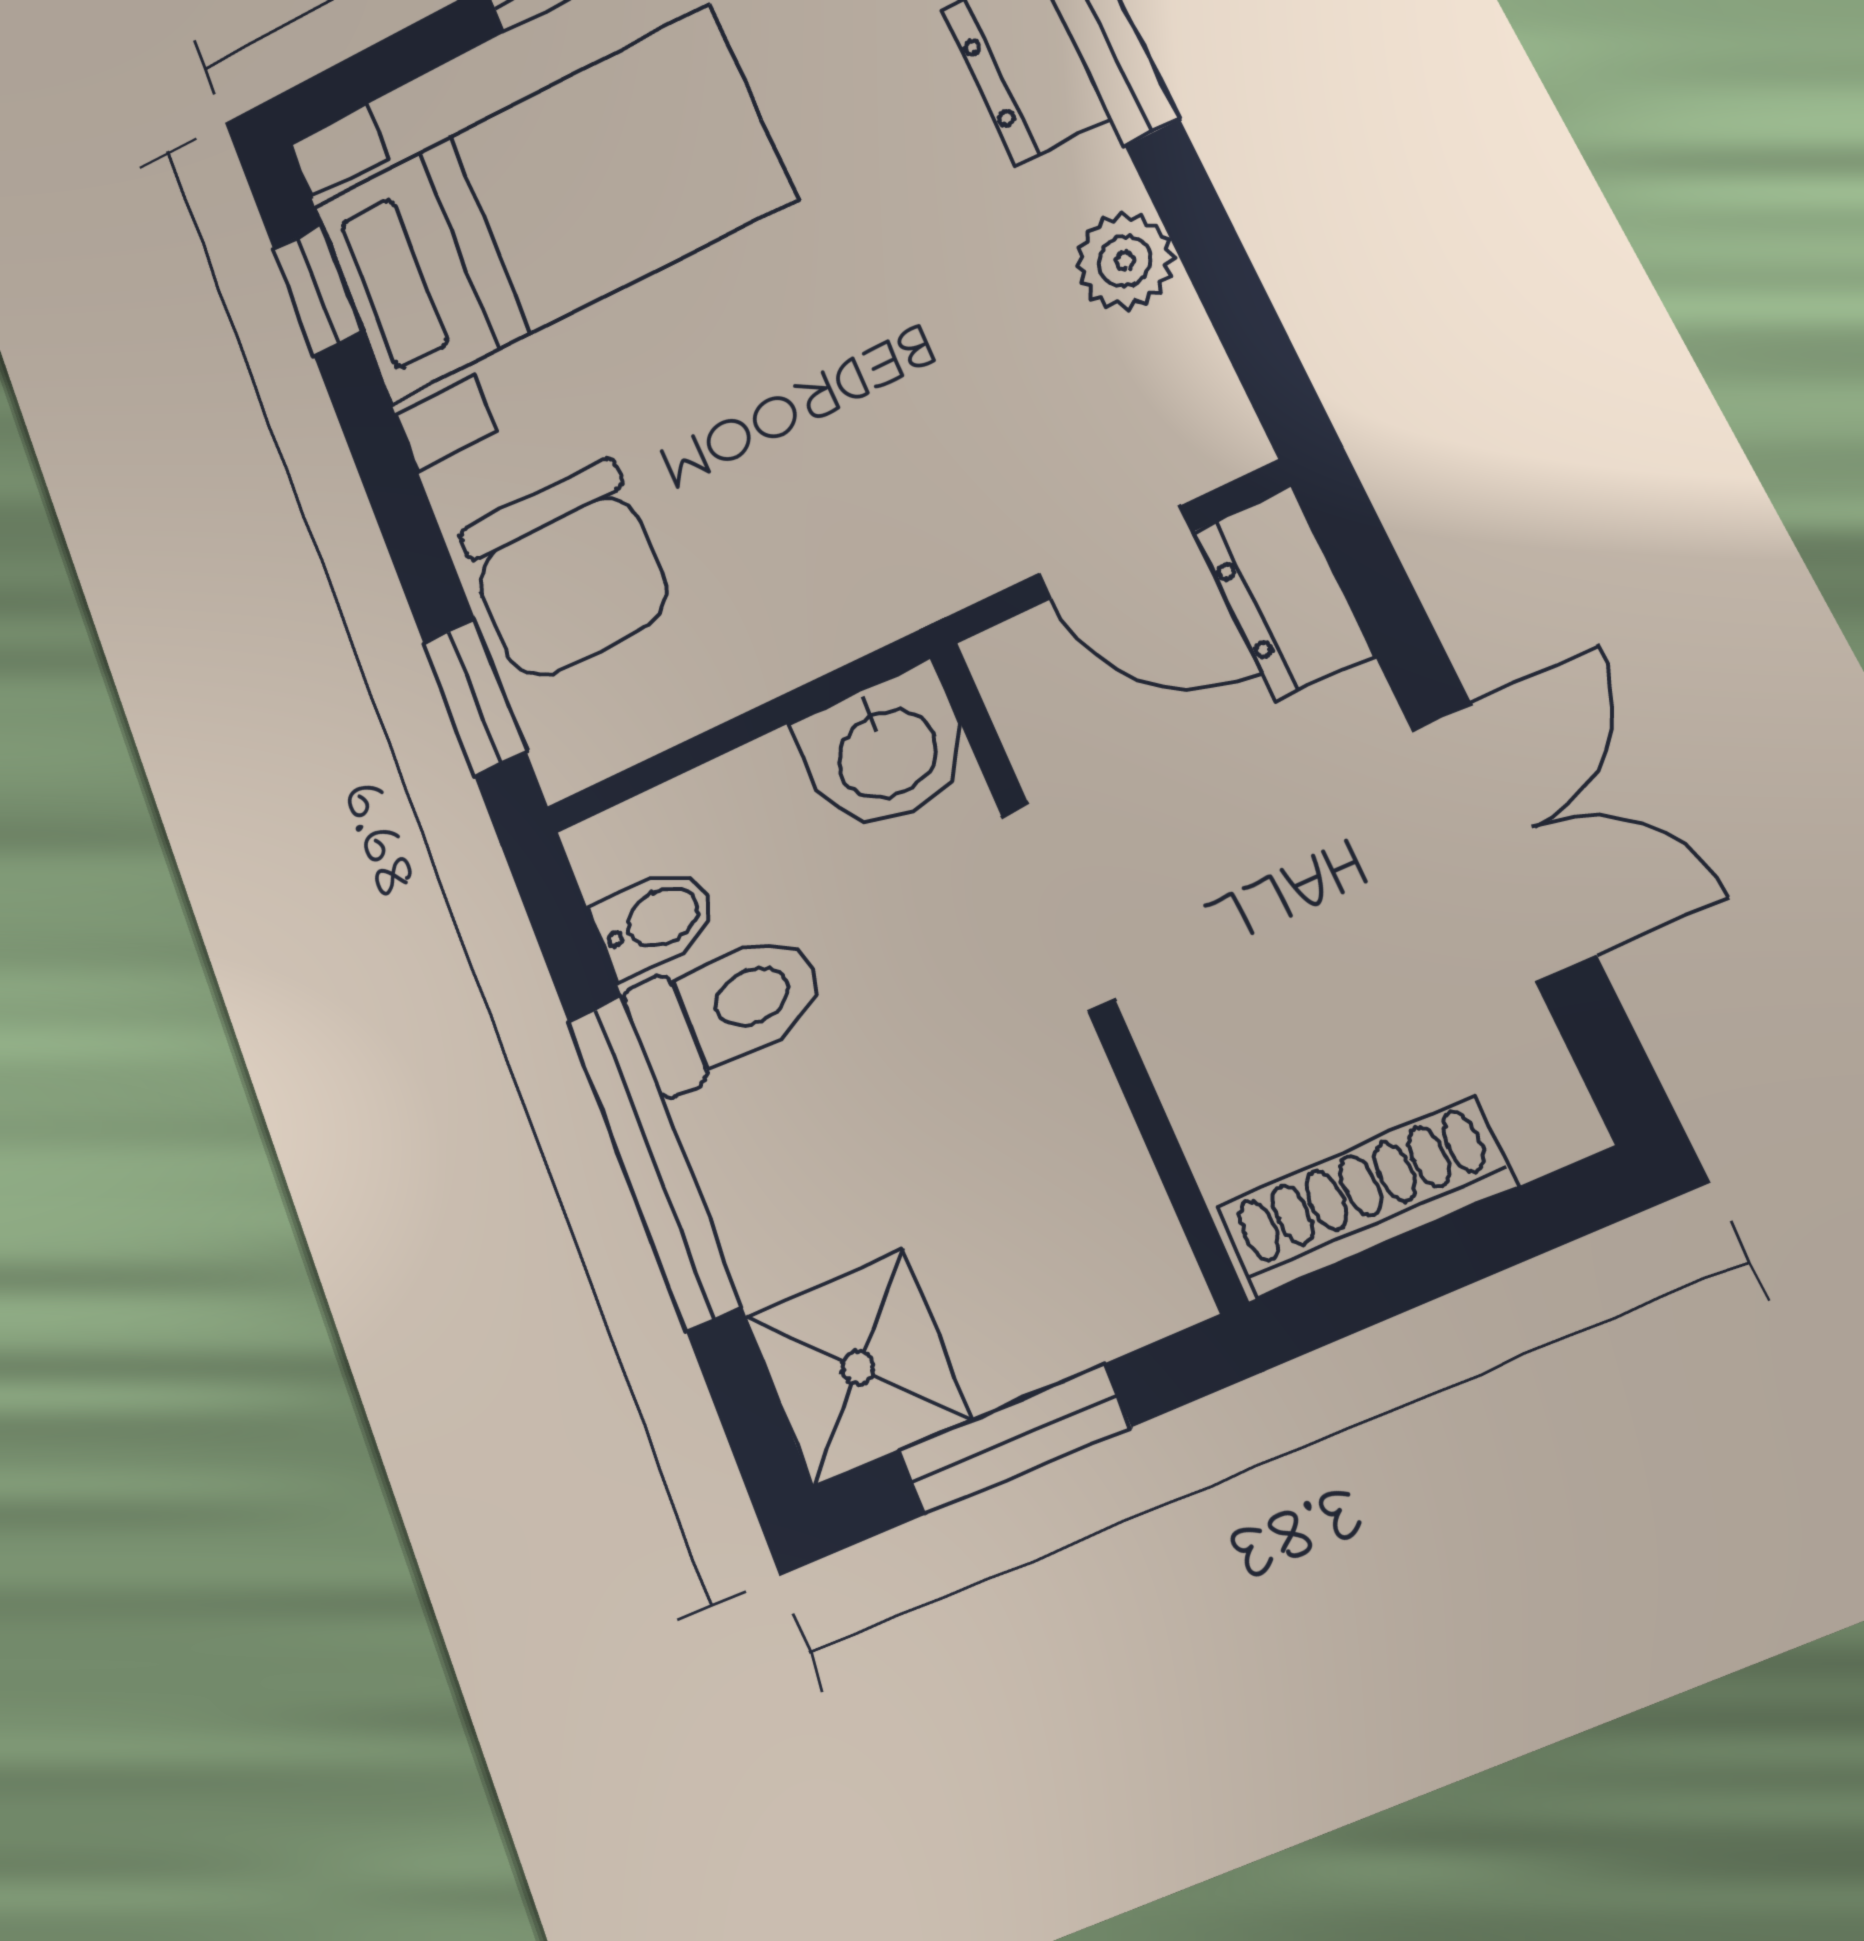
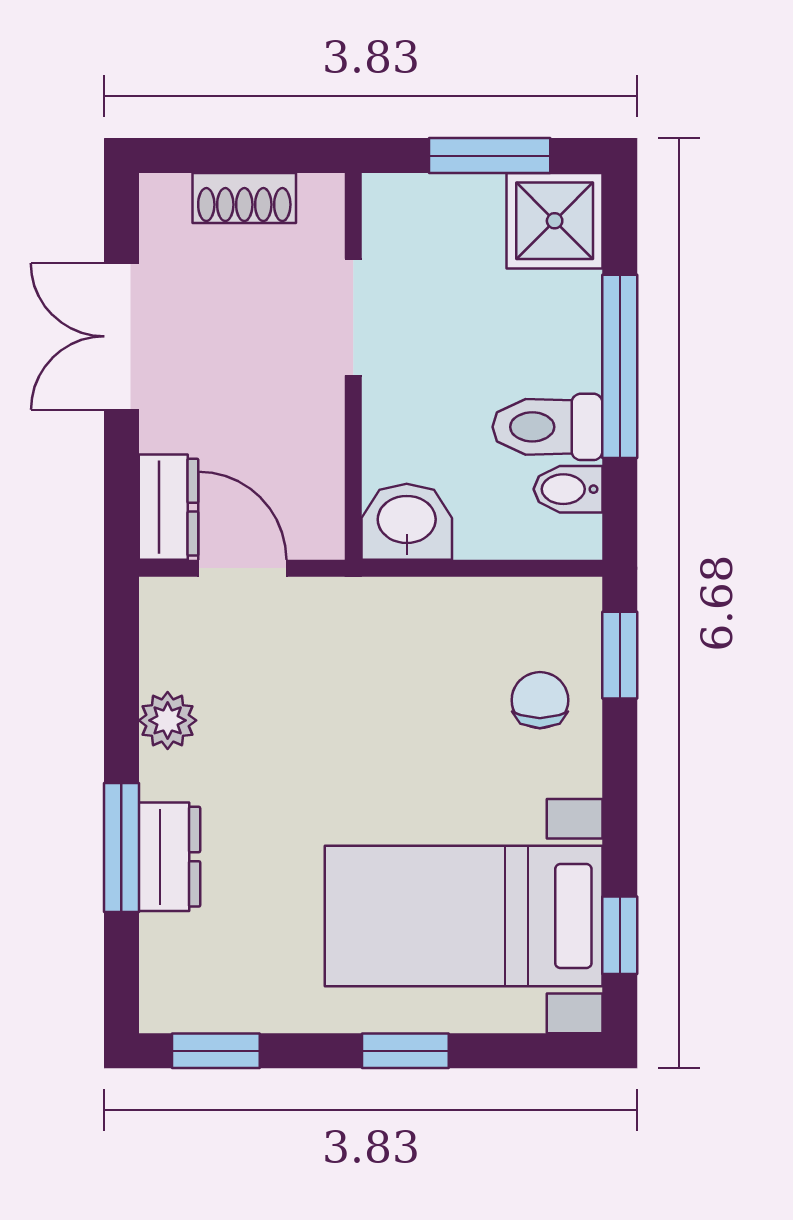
chair: (566, 572) -> (540, 700), width x0.54, depth x0.54
doorway: (1058, 907) -> (353, 317), moved
shoe rack: (1366, 1197) -> (244, 198), width x0.70

